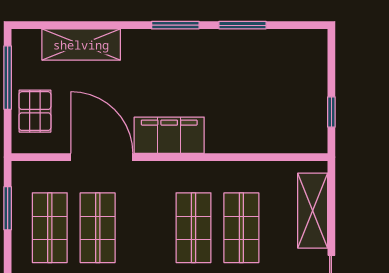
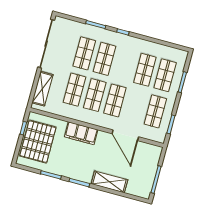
shelving: (81, 45) -> (109, 182), moved
pallet: (35, 111) -> (38, 142), moved, width x2.05, depth x2.00
filing cabinet: (169, 135) -> (81, 133), moved
shop shelf: (98, 228) -> (115, 100), moved

